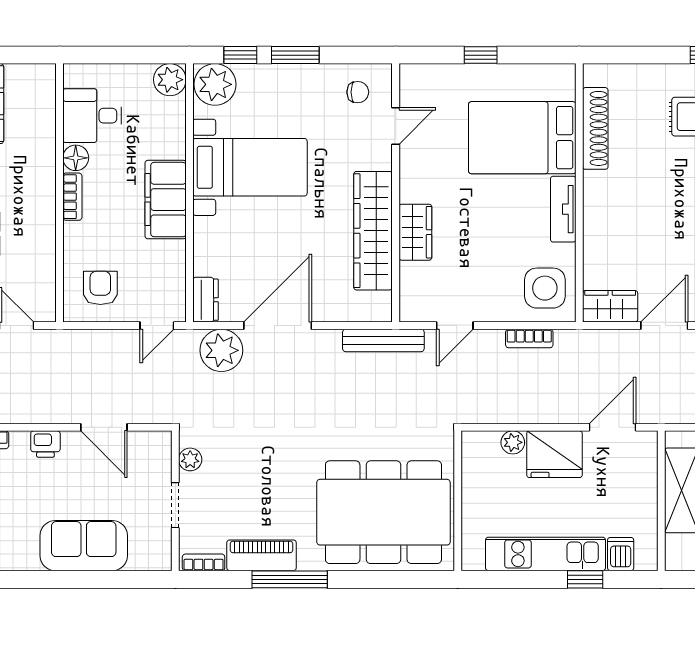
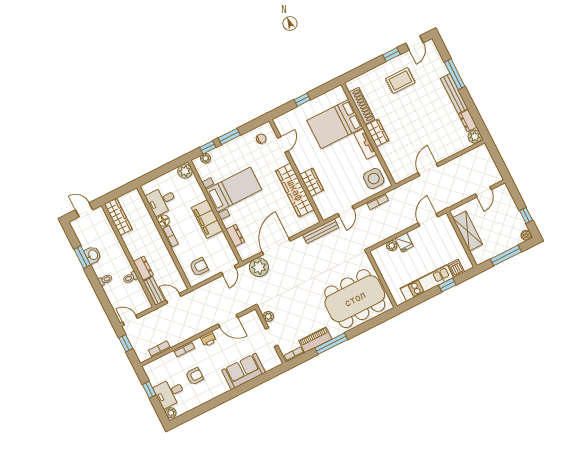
plant: (215, 84) -> (206, 158), width x0.53, depth x0.53
armchair: (100, 288) -> (199, 267), turned 90
dresser: (205, 300) -> (235, 236), moved
wardrobe: (610, 306) -> (377, 133), moved, turned 90
fridge: (554, 454) -> (404, 242), width x0.53, depth x0.75

